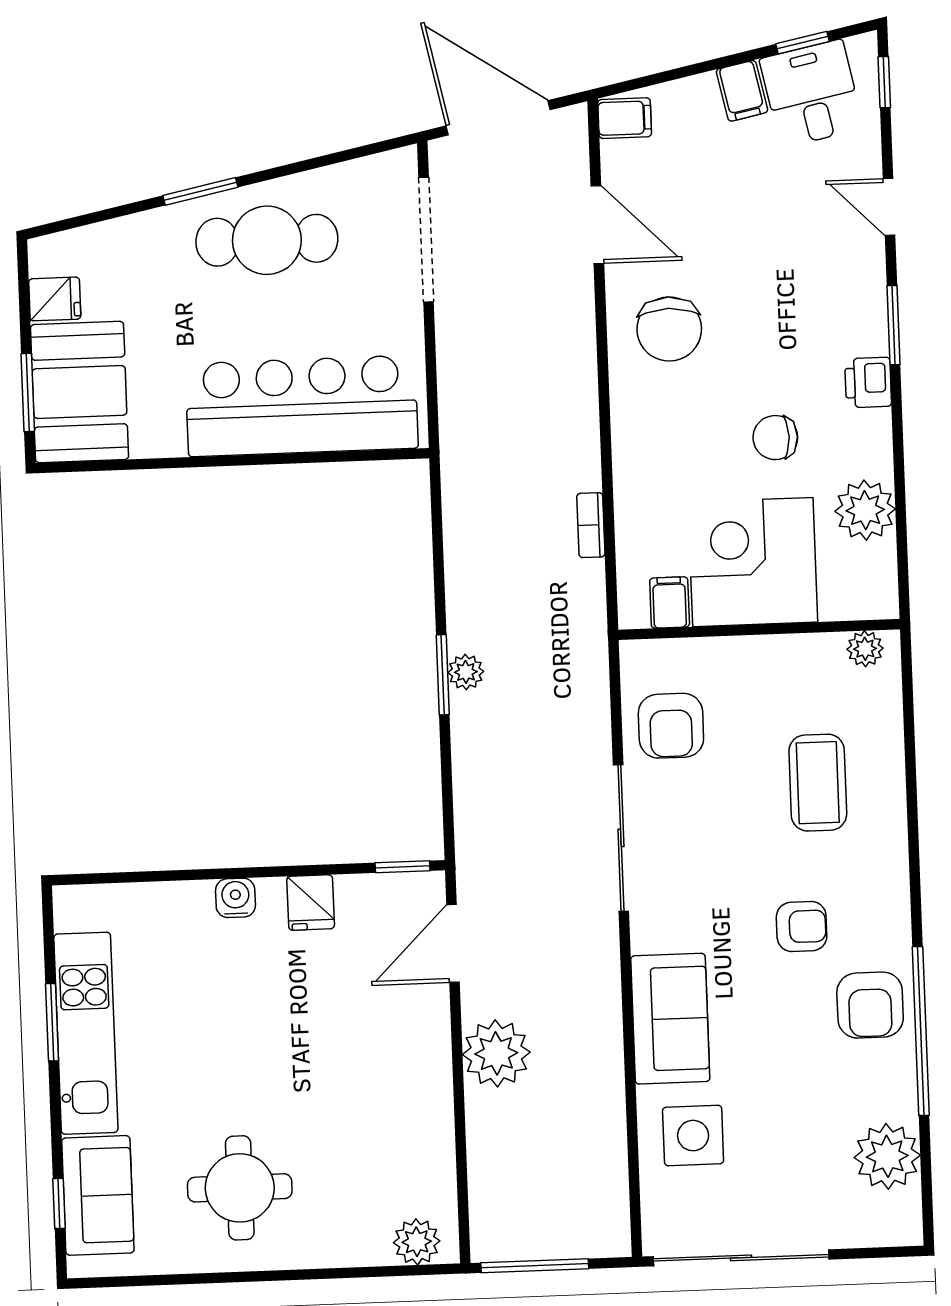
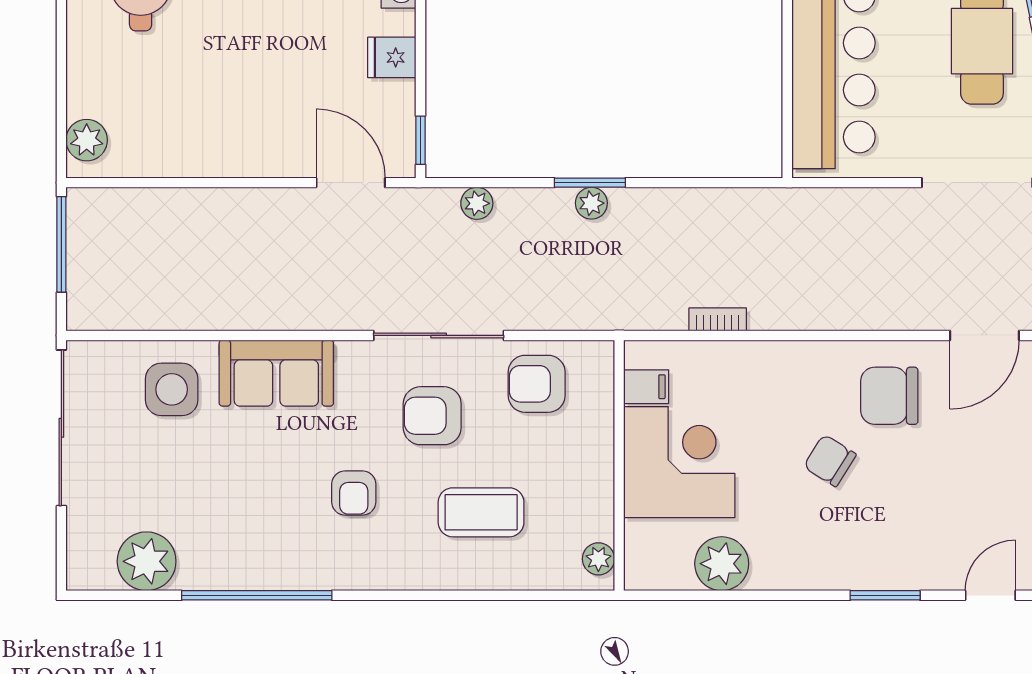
printer: (868, 382) -> (835, 571), removed
chair: (775, 438) -> (830, 461), moved, turned -58
armchair: (870, 1005) -> (432, 416), moved
plant: (496, 1053) -> (477, 203), moved, width x0.53, depth x0.53

